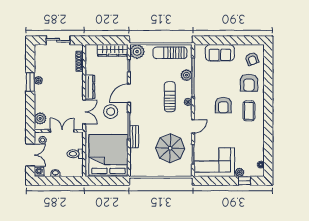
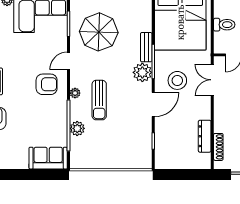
wardrobe: (113, 50) -> (175, 161), removed
plant: (137, 52) -> (142, 72), moved
sun lounger: (170, 53) -> (99, 158), removed
sofa: (220, 53) -> (48, 158), moved
dresser: (90, 87) -> (205, 136), moved
armchair: (223, 105) -> (47, 84), moved, turned 90

